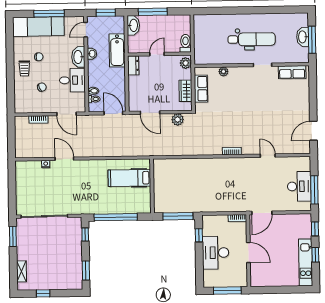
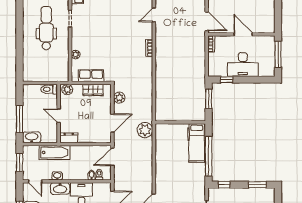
plant: (143, 148) -> (145, 130), added
hospital bed: (129, 178) -> (197, 143), moved
window: (178, 216) -> (209, 99), width x0.69
door: (248, 253) -> (243, 34), hinge flipped

